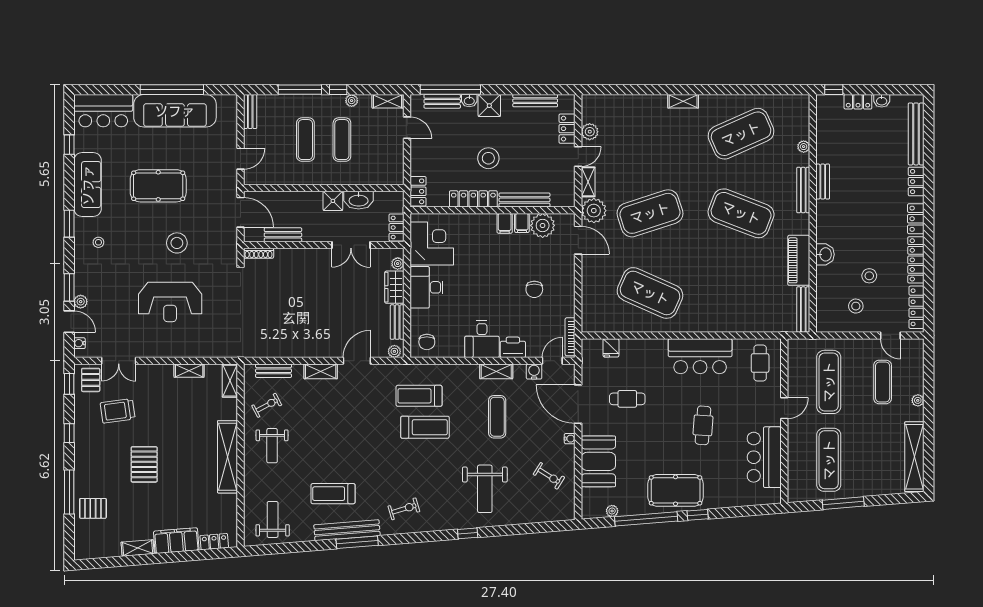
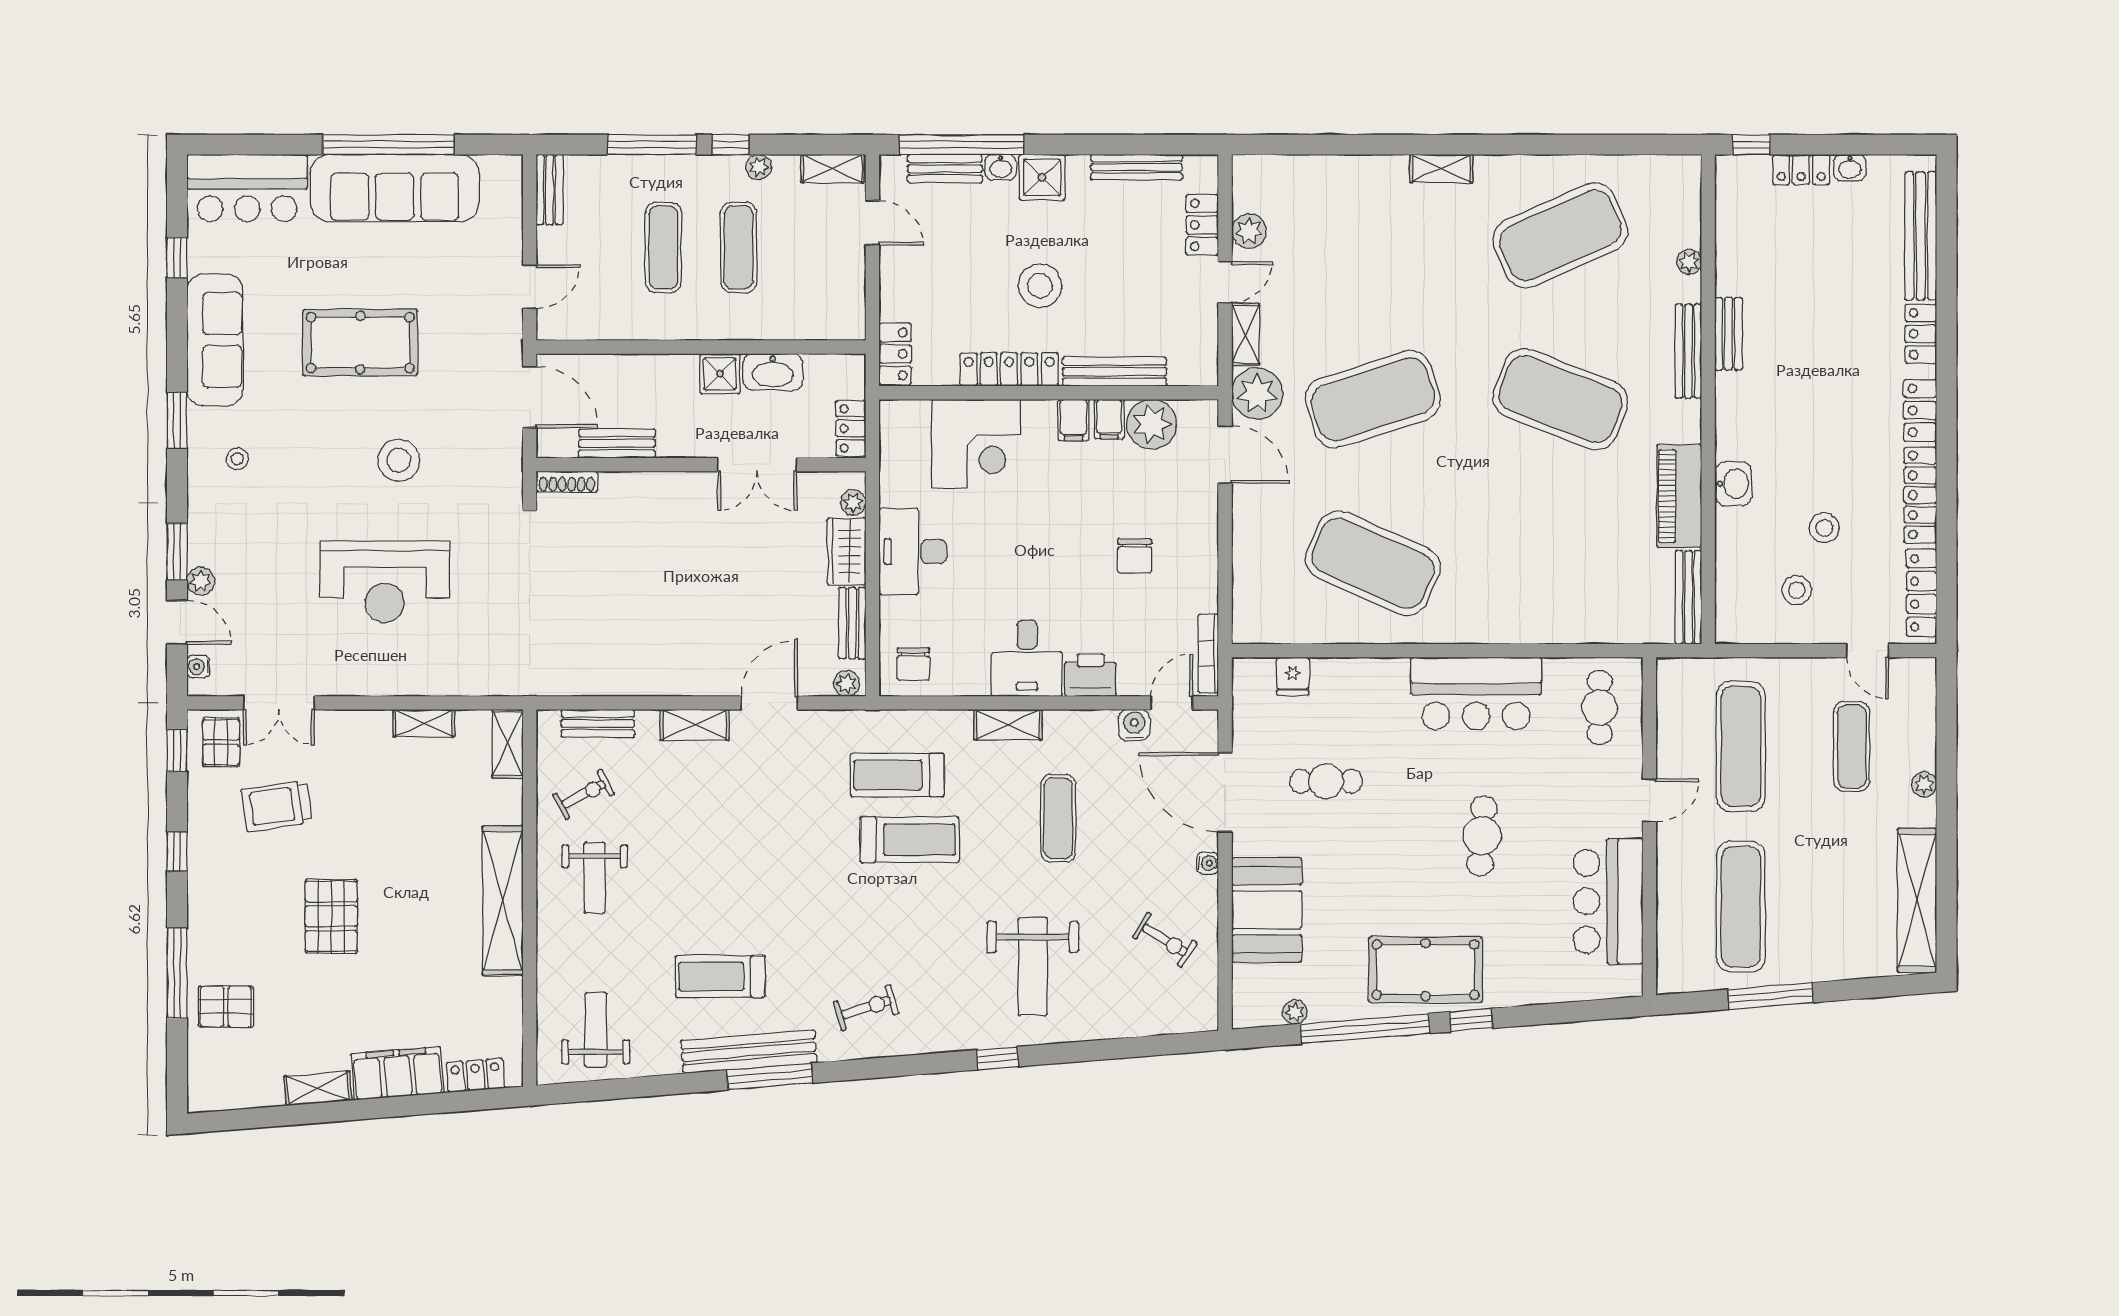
corner desk: (432, 244) -> (976, 444), moved, turned 90
shelving: (496, 371) -> (1008, 725), moved

